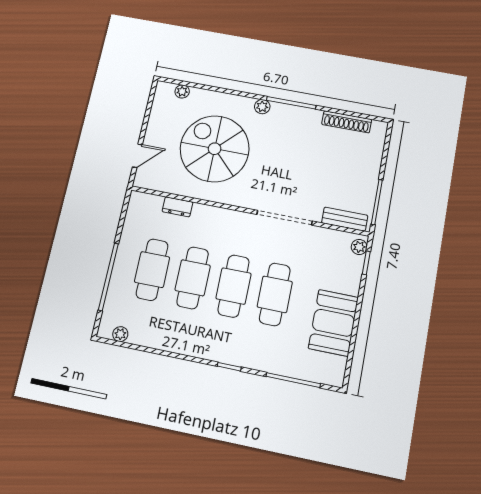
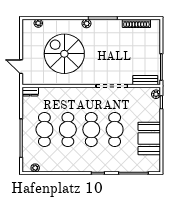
door: (137, 156) -> (21, 67), swing flipped
dresser: (177, 207) -> (30, 92), moved

